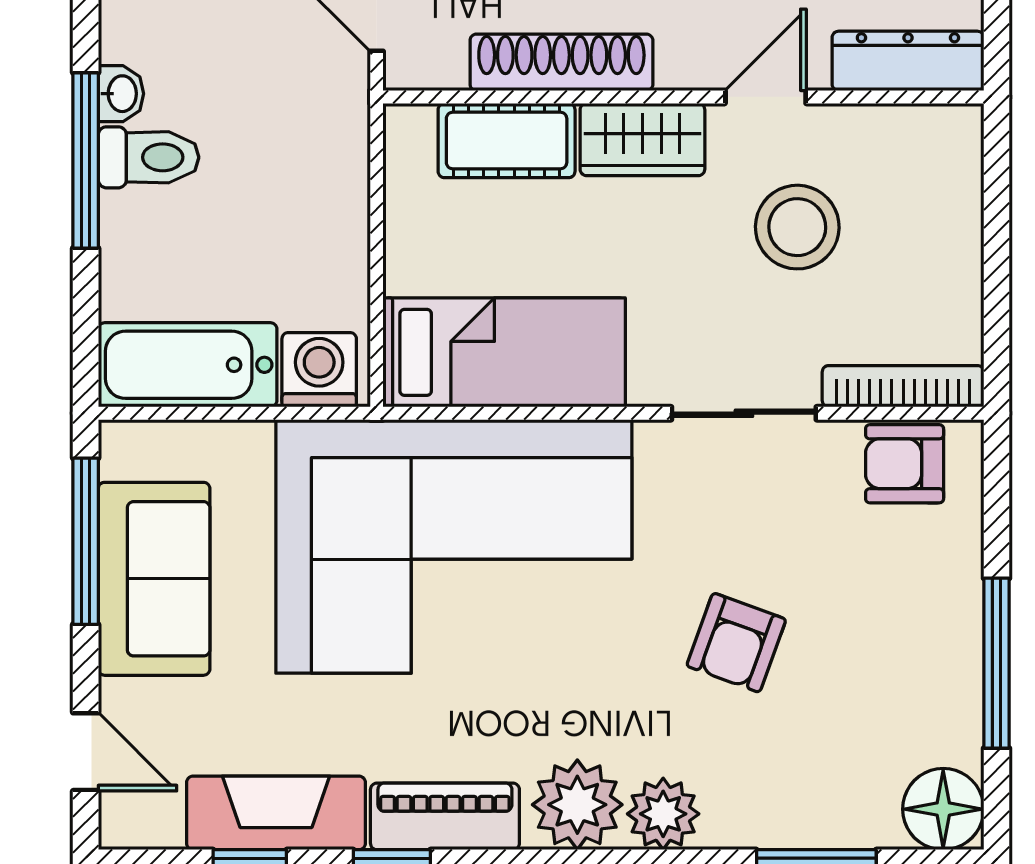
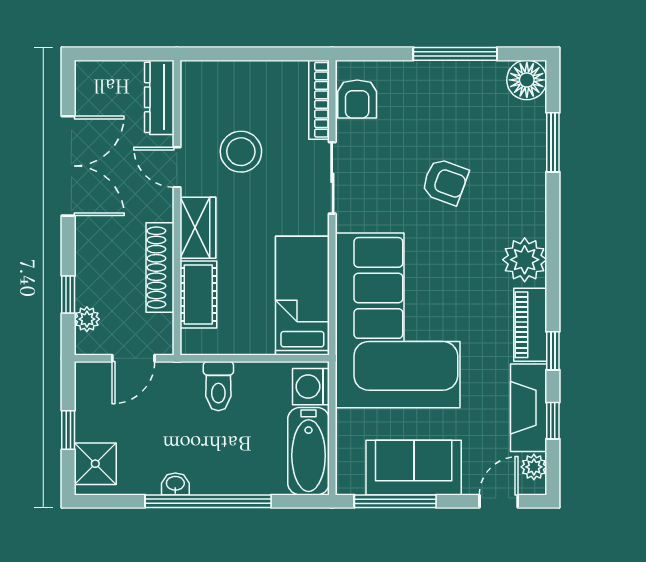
toilet: (149, 157) -> (218, 386), moved, turned 180
window: (86, 160) -> (208, 501), width x1.46
plant: (663, 814) -> (534, 467), moved, width x0.73, depth x0.73

